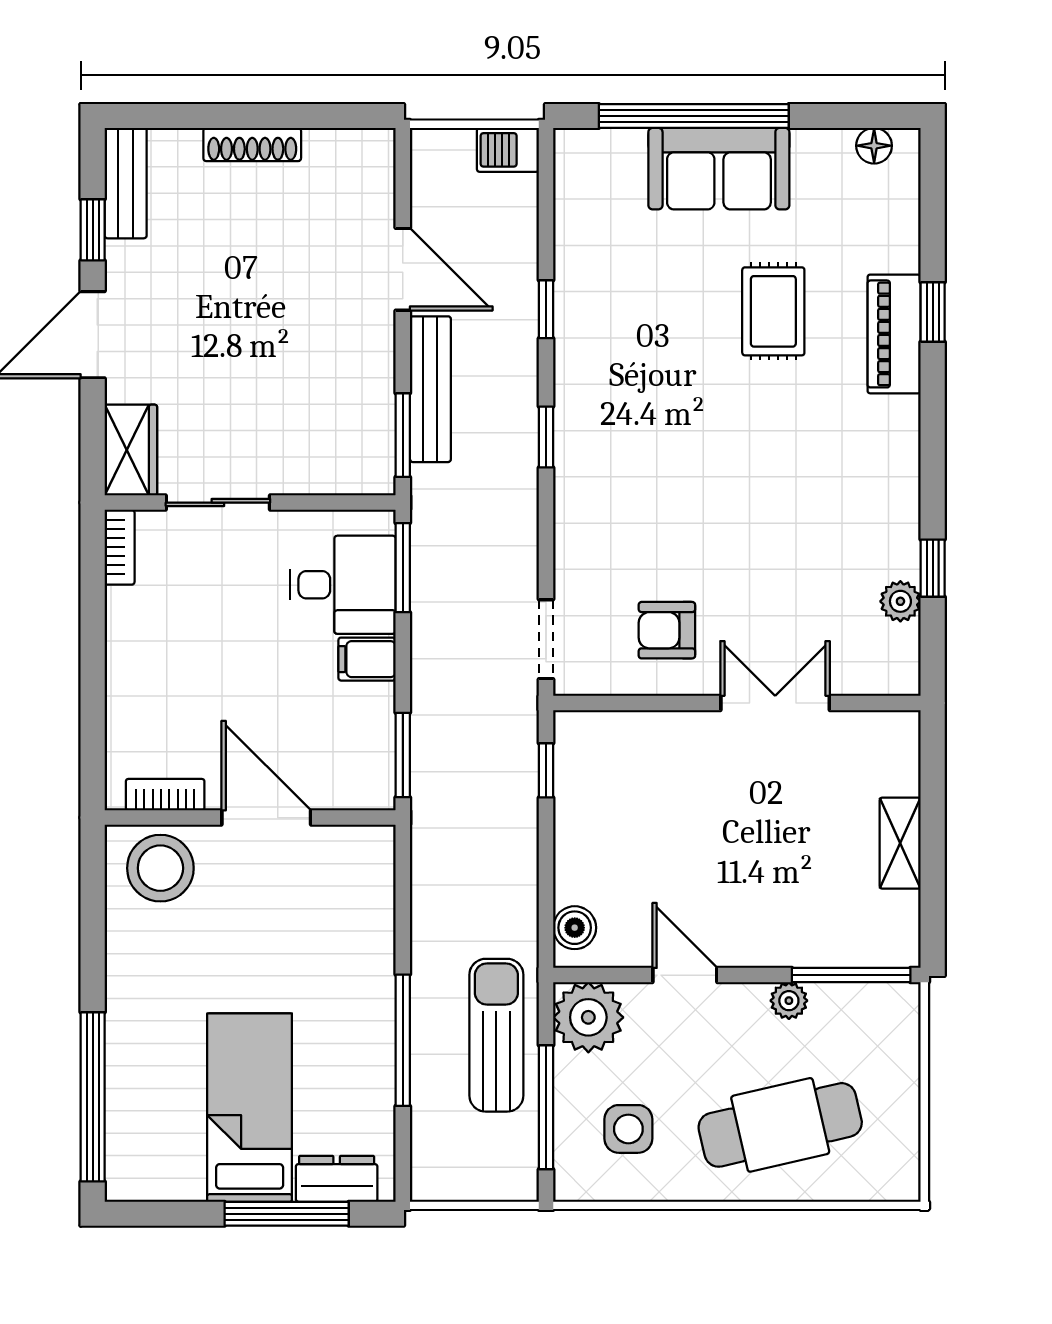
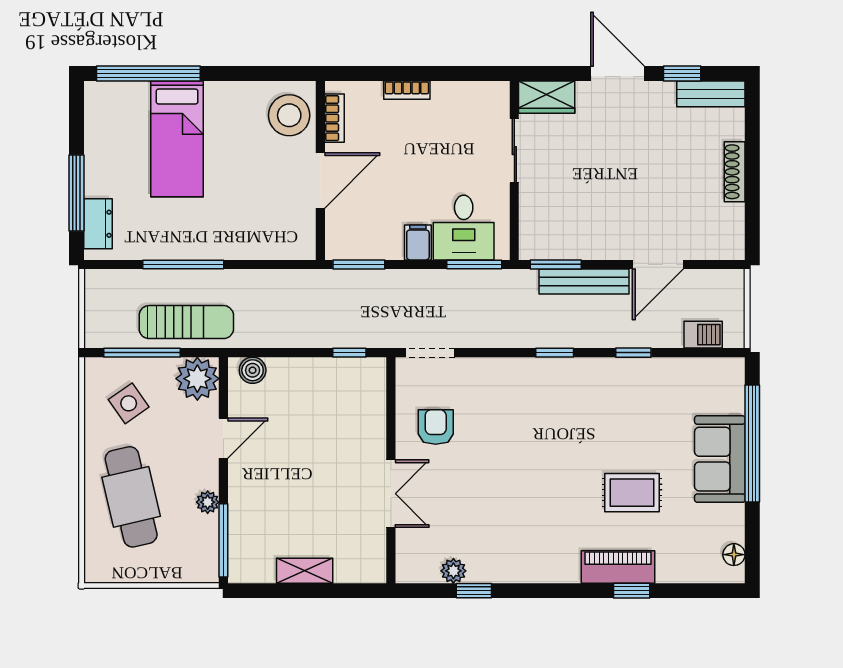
barbecue: (508, 150) -> (703, 335), moved, turned 90
bookcase: (120, 547) -> (407, 90), moved
bed: (250, 1108) -> (177, 139), moved, turned 90
side table: (628, 1129) -> (129, 403), turned -35

